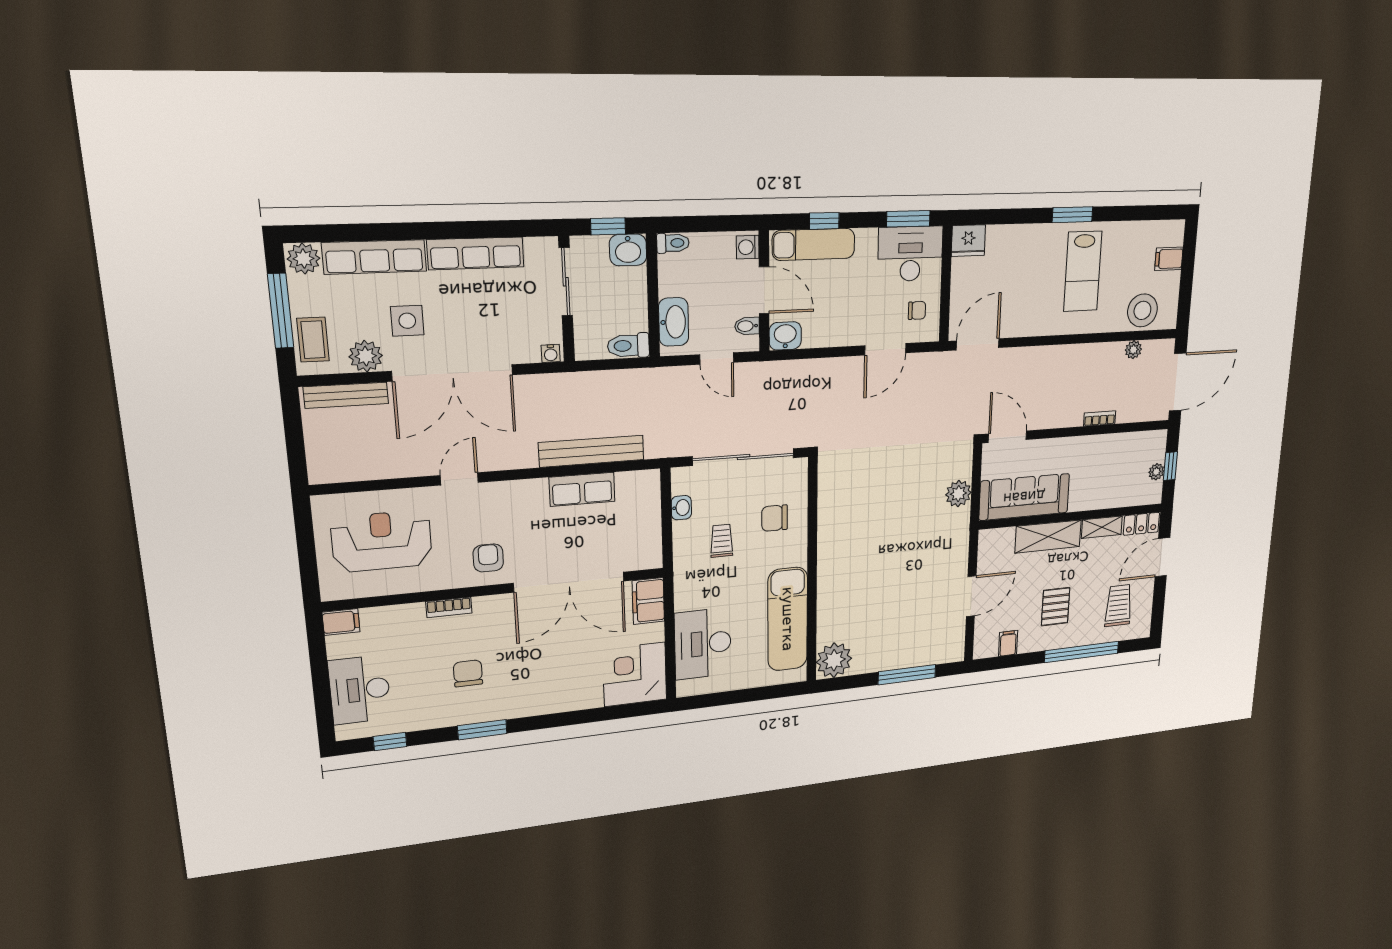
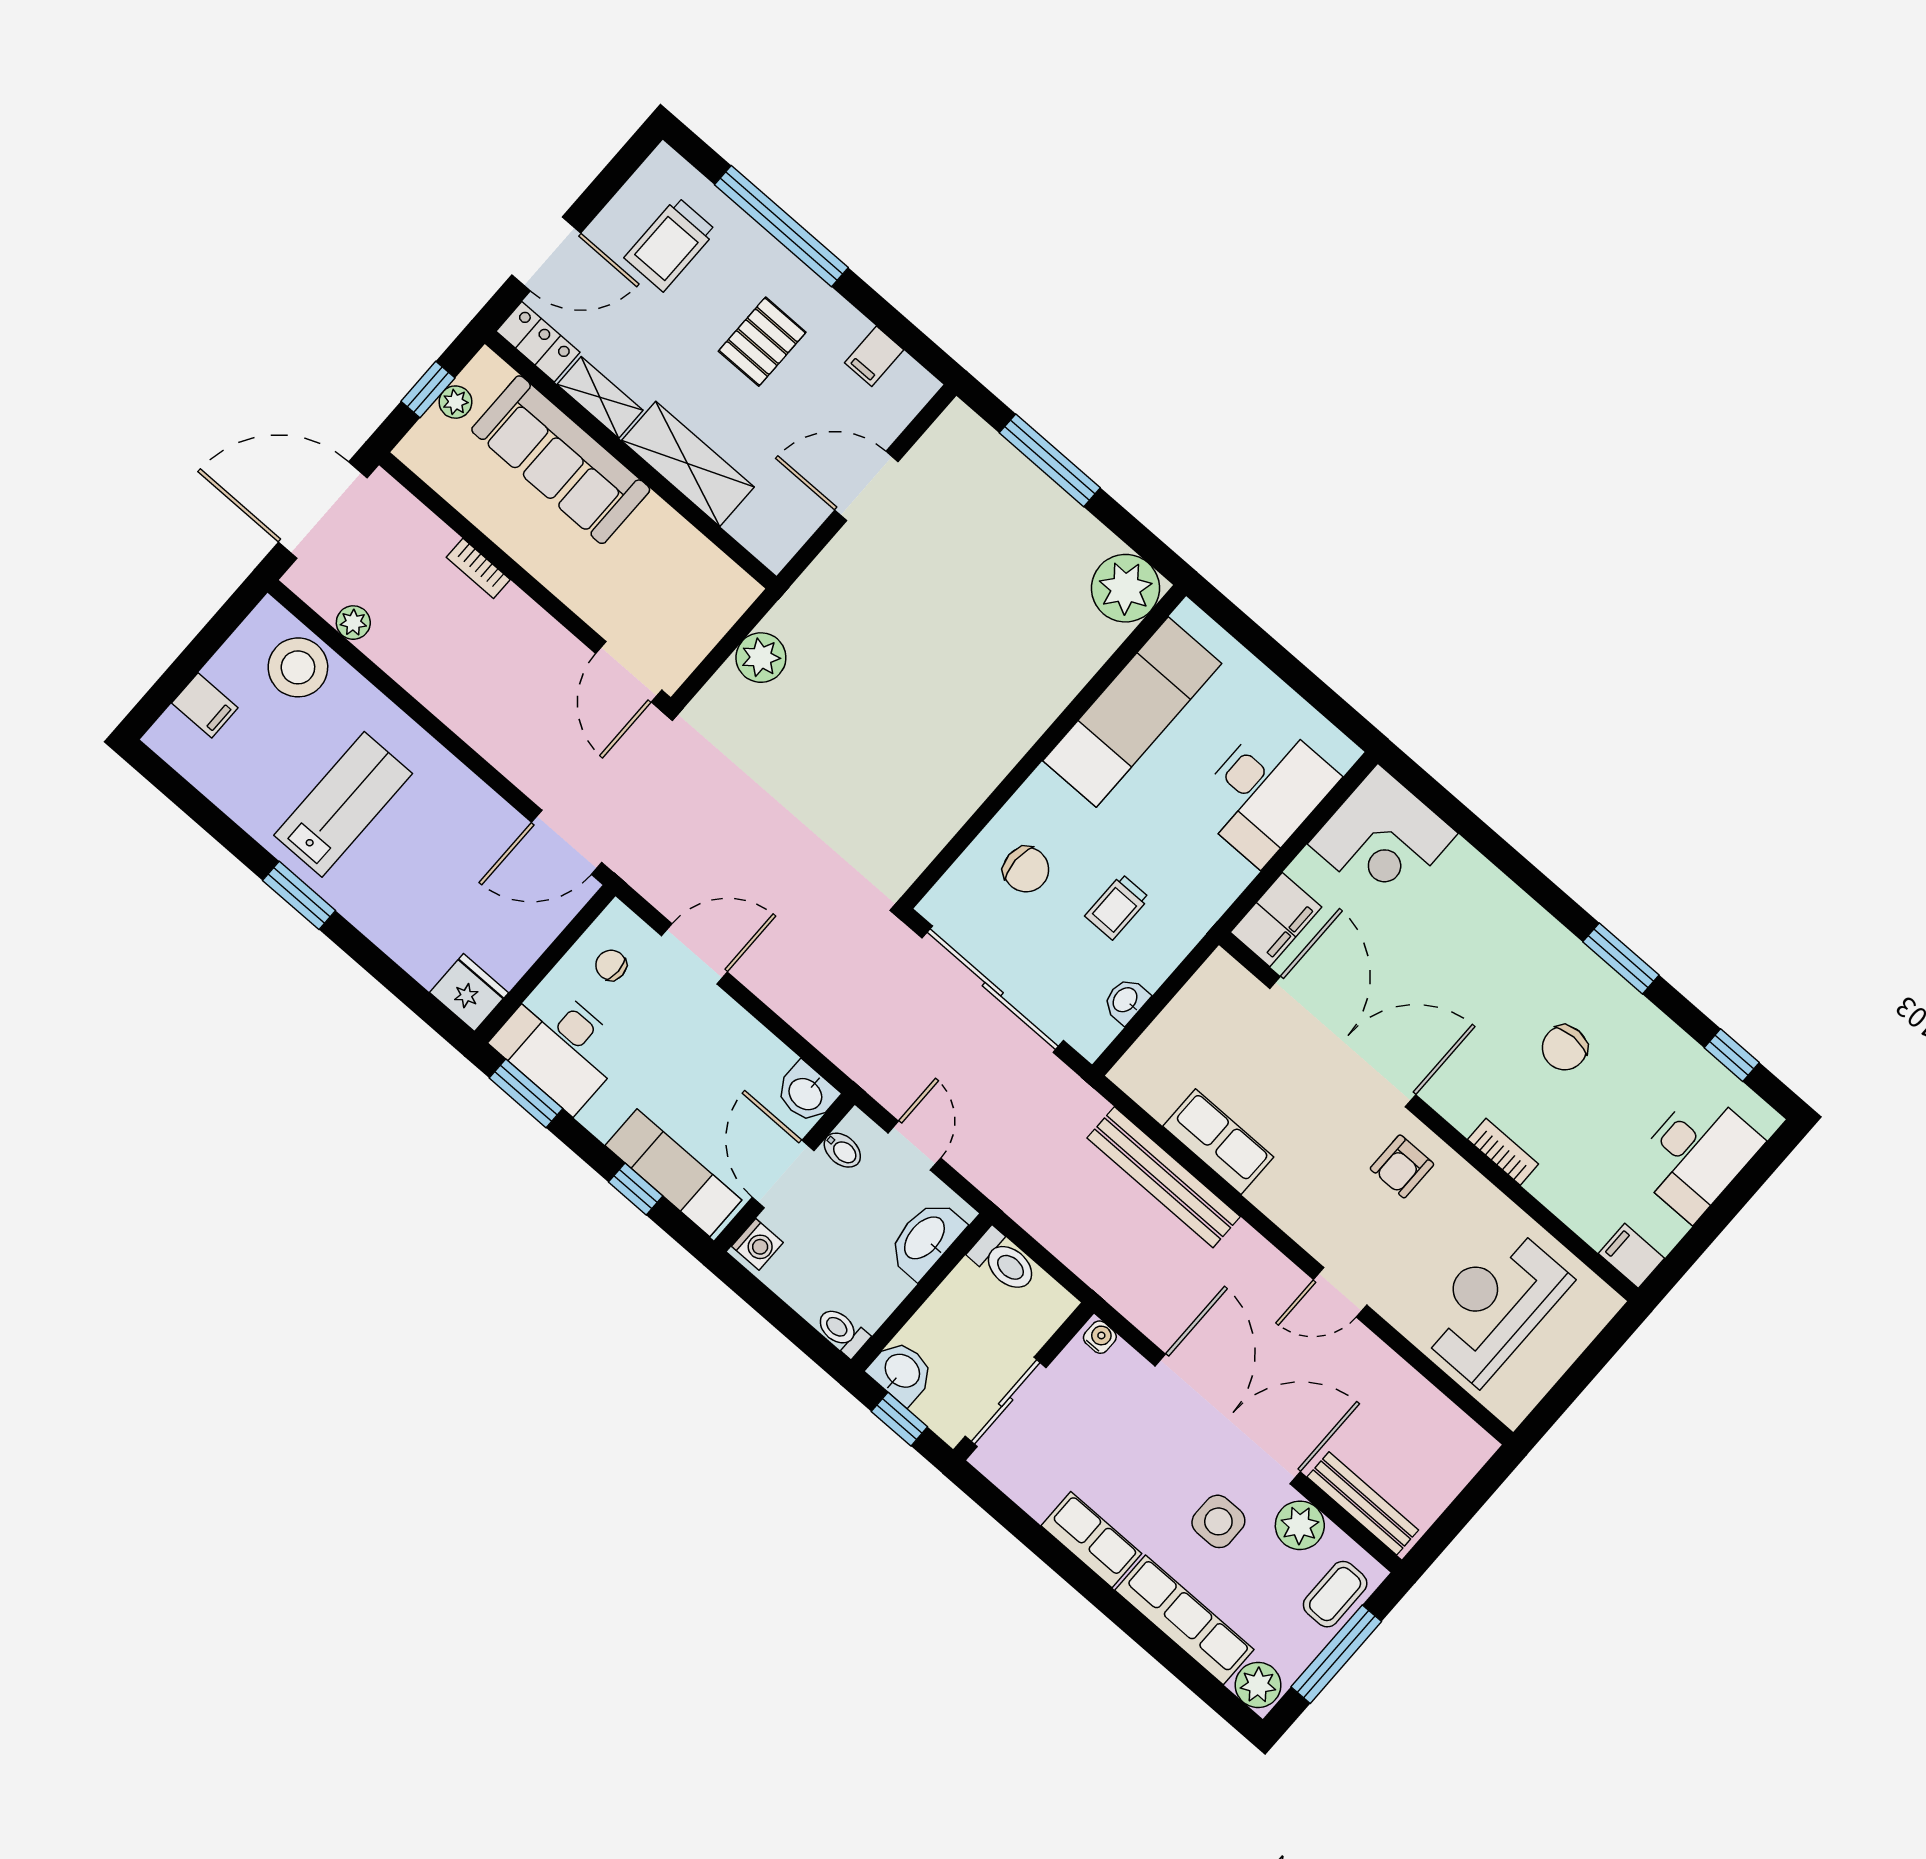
row of seats: (476, 253) -> (1091, 1540), width x0.68
sofa: (1024, 497) -> (561, 460), moved
reception desk: (382, 541) -> (1493, 1305), turned 90

